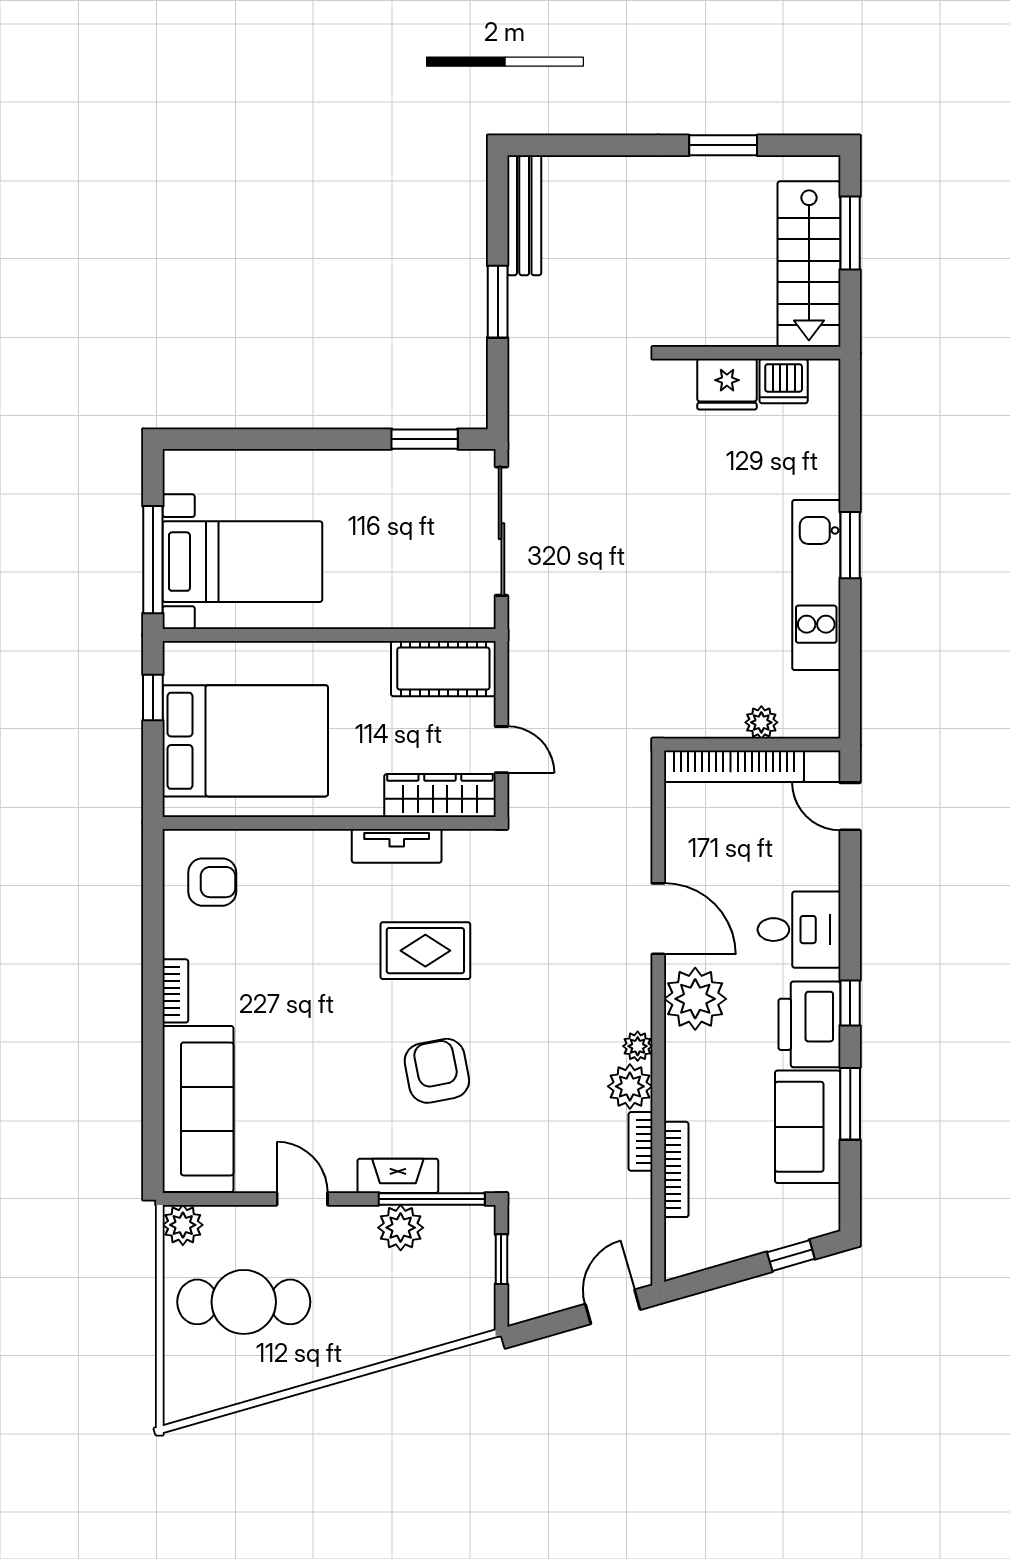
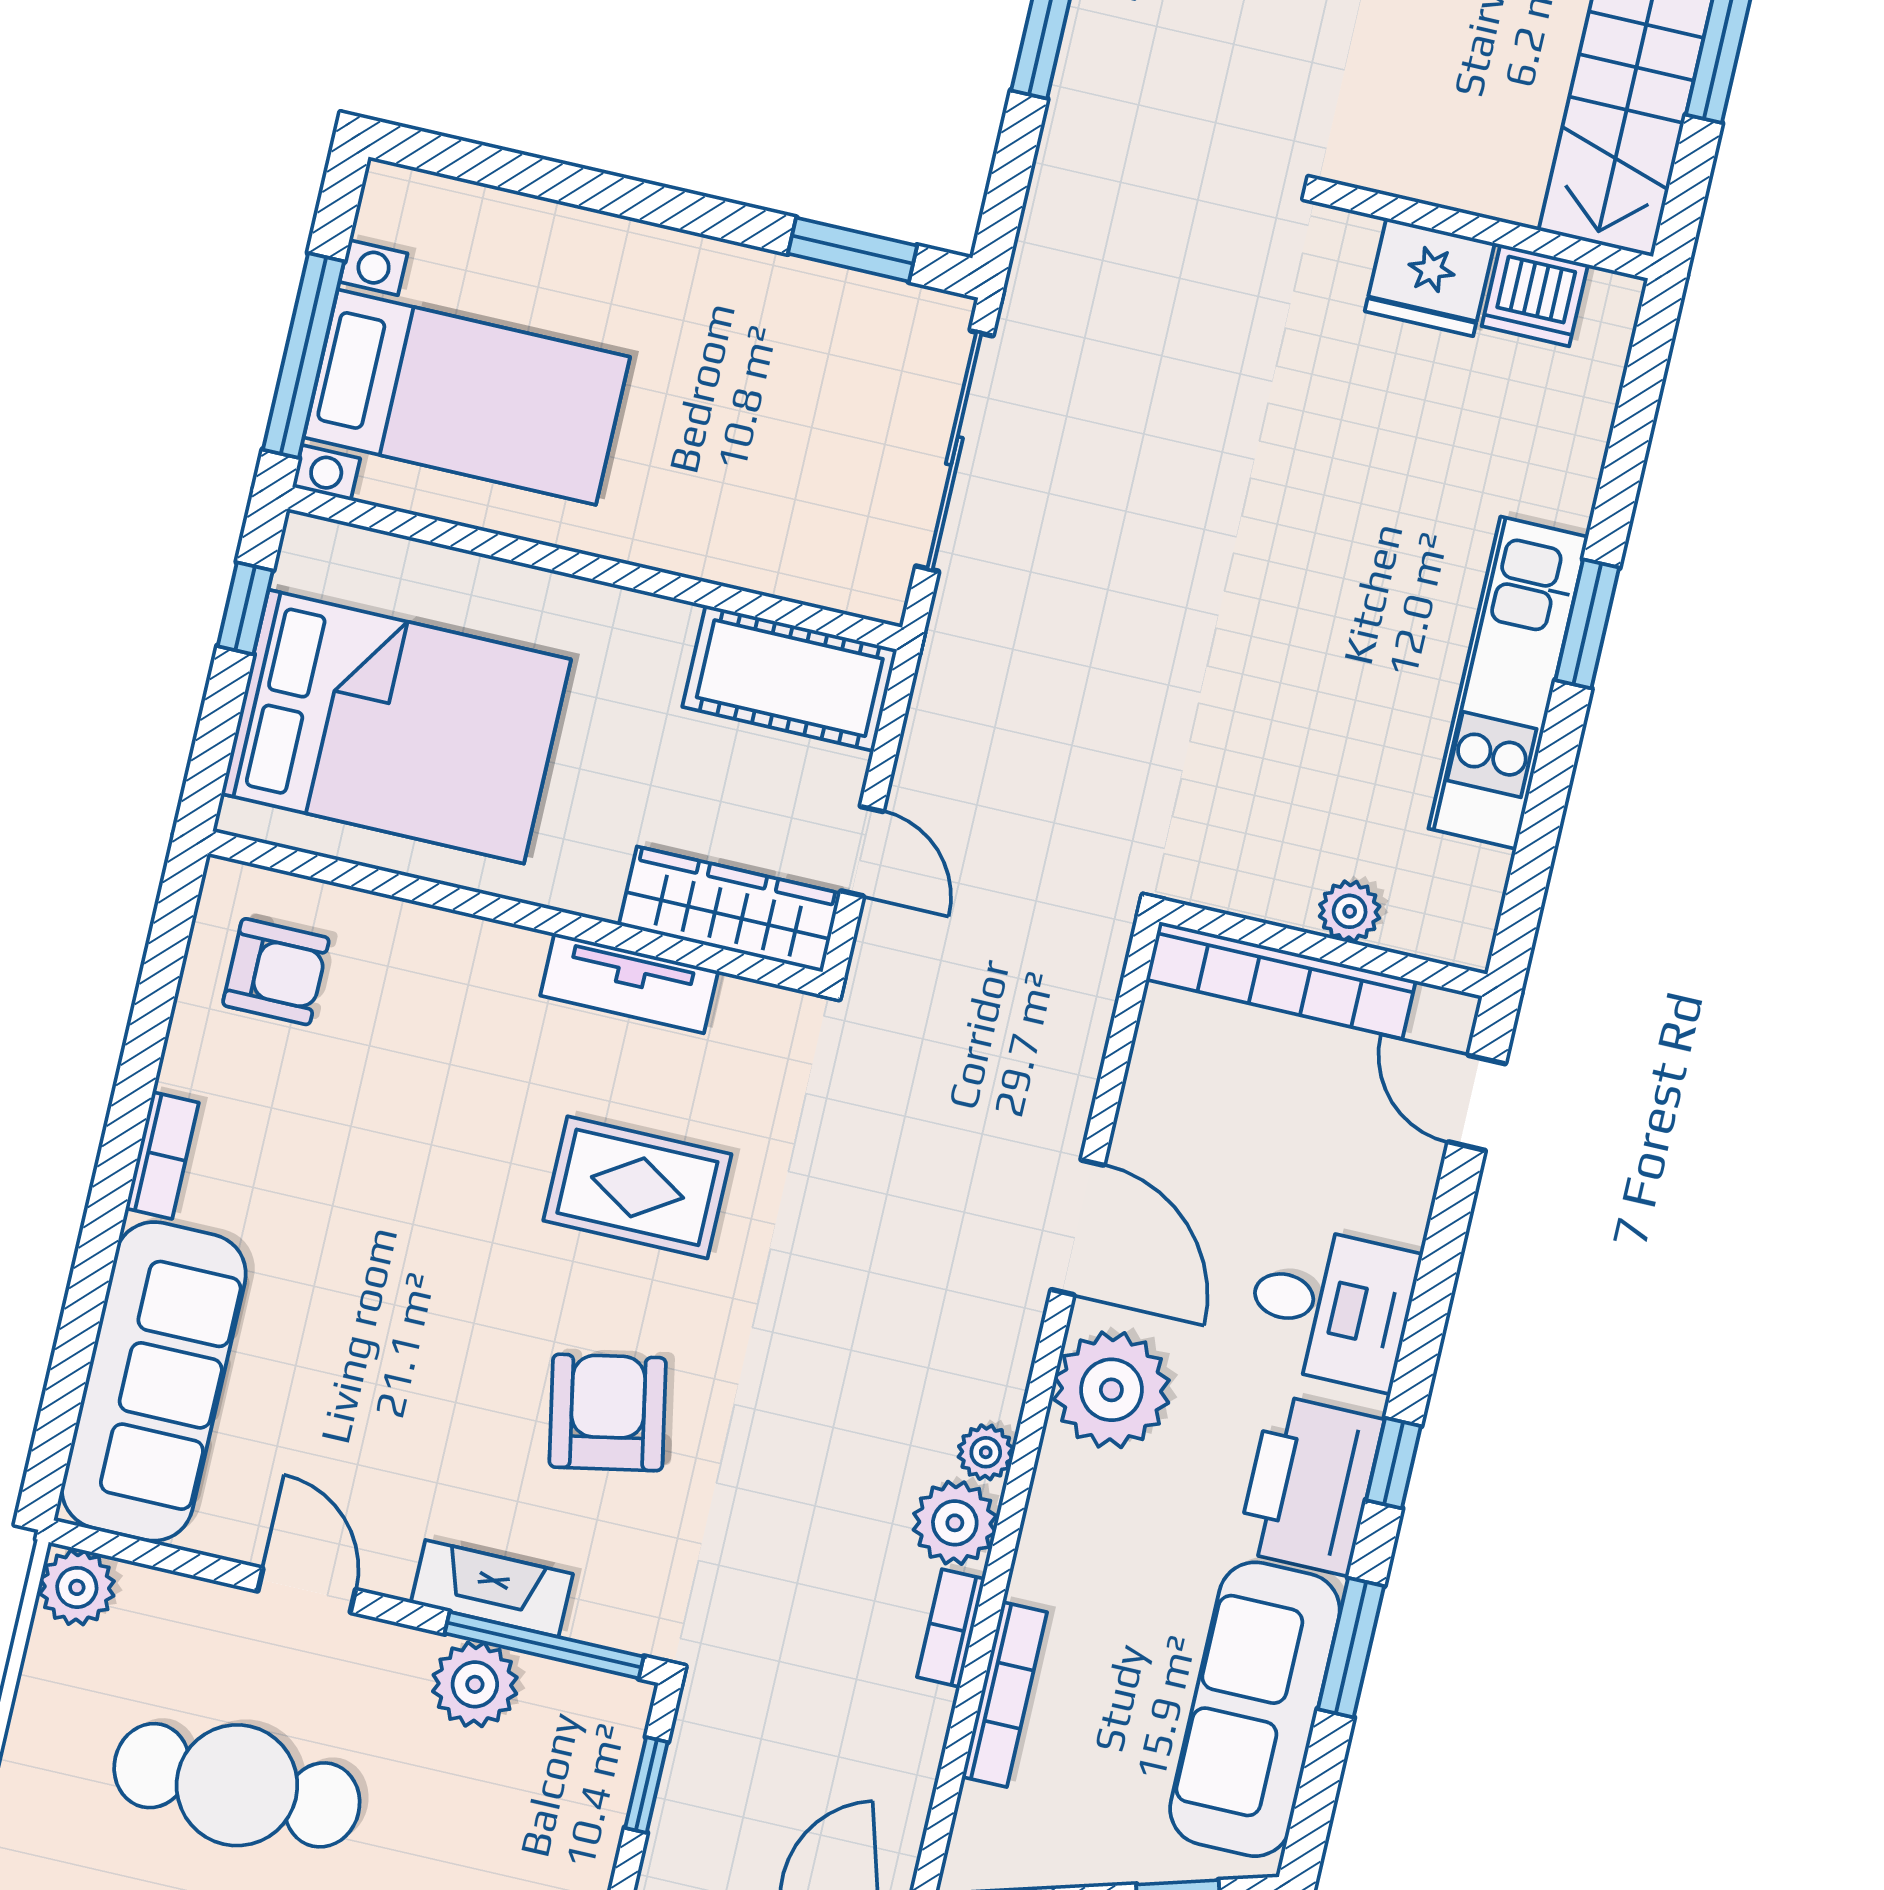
sofa: (808, 1127) -> (1255, 1709), width x1.36
cafe table: (244, 1302) -> (237, 1785), moved

